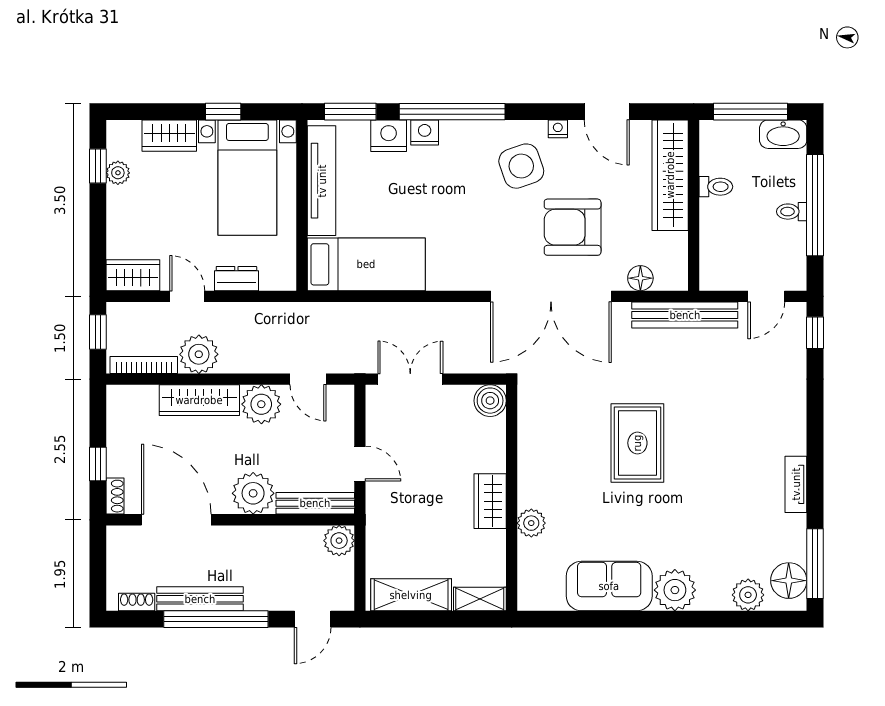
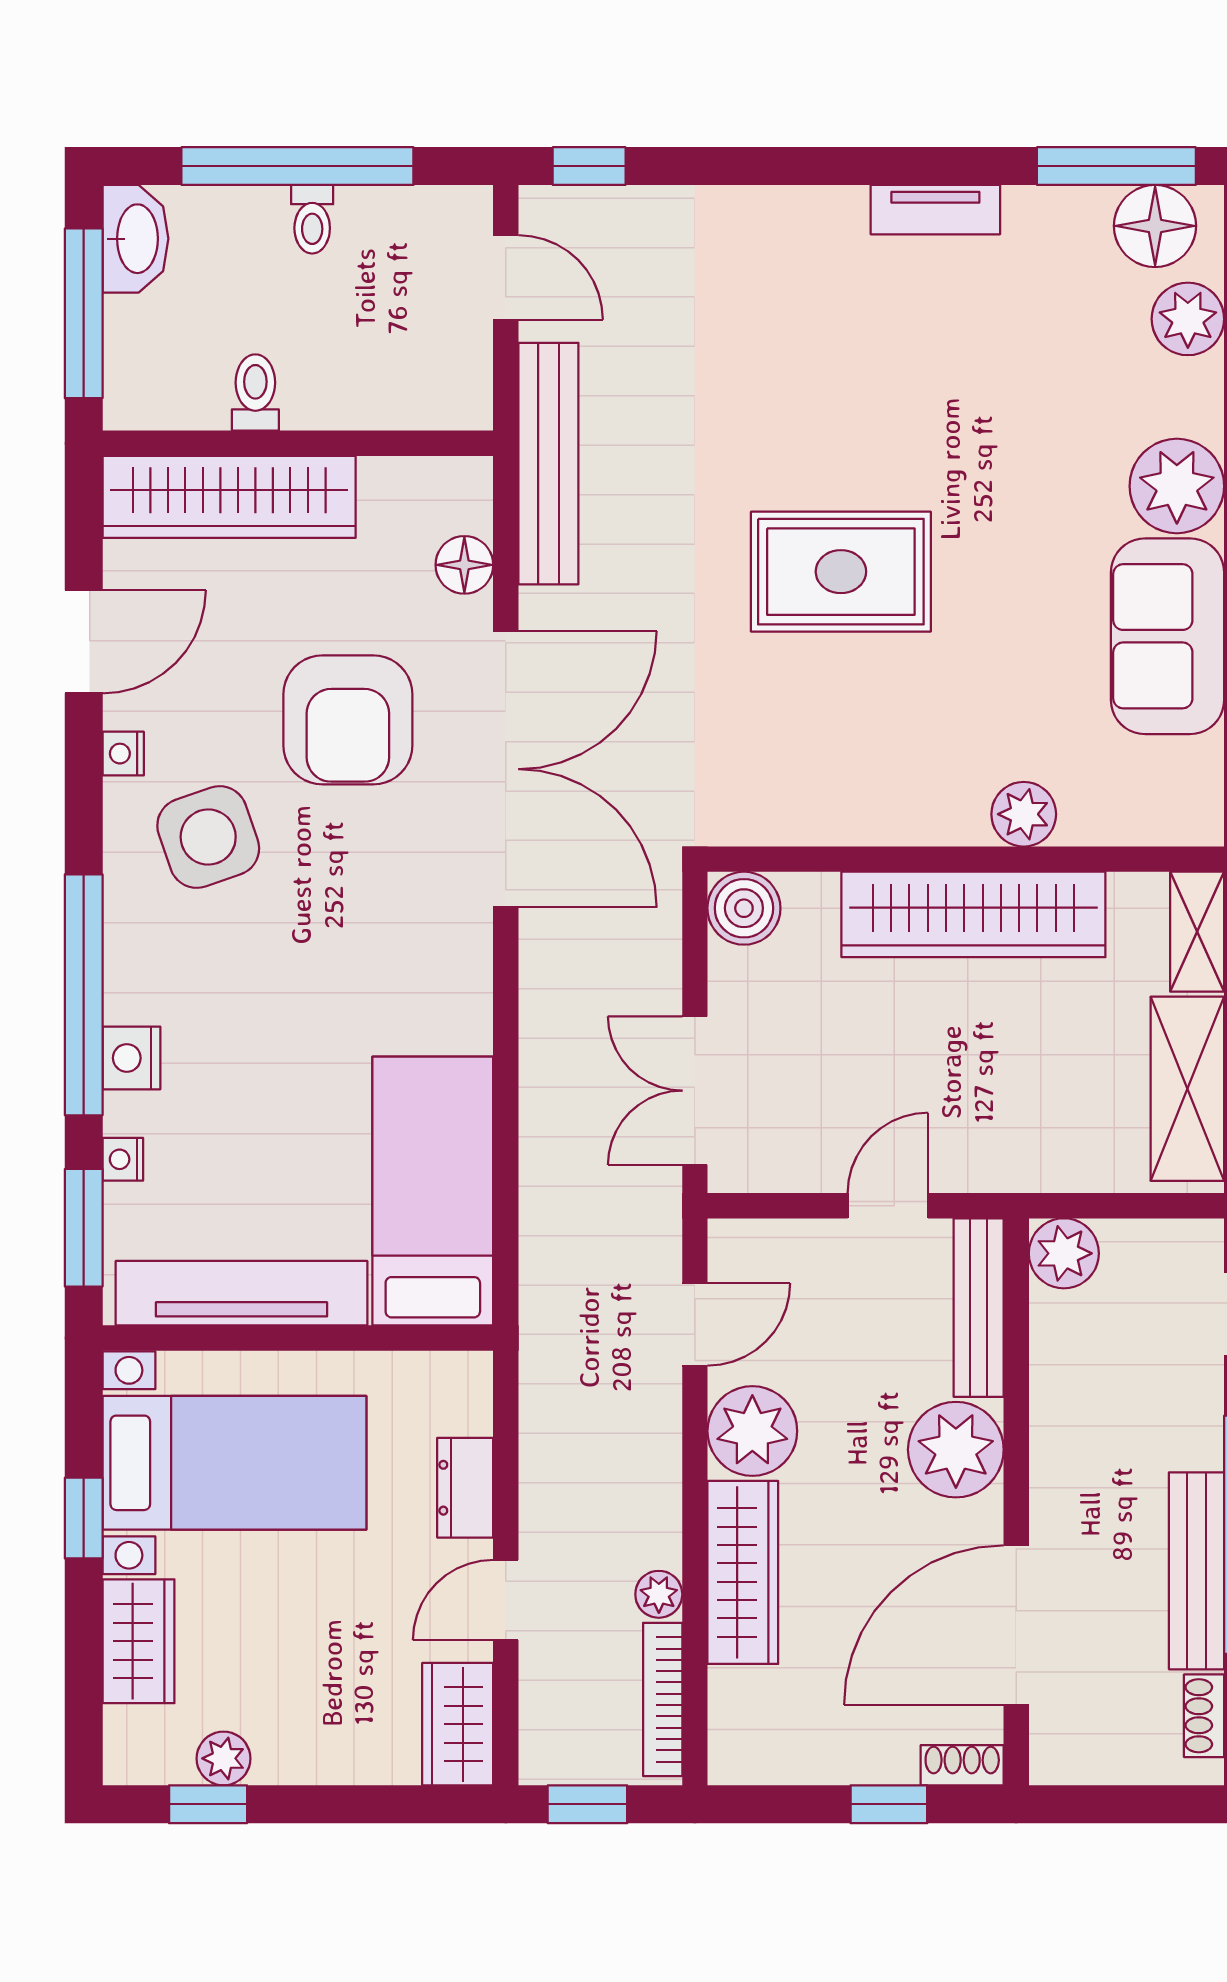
nightstand: (389, 136) -> (123, 1159), width x0.53, depth x0.56
plant: (199, 354) -> (659, 1594), width x0.53, depth x0.53
wardrobe: (490, 501) -> (973, 914), width x2.10, depth x1.17

